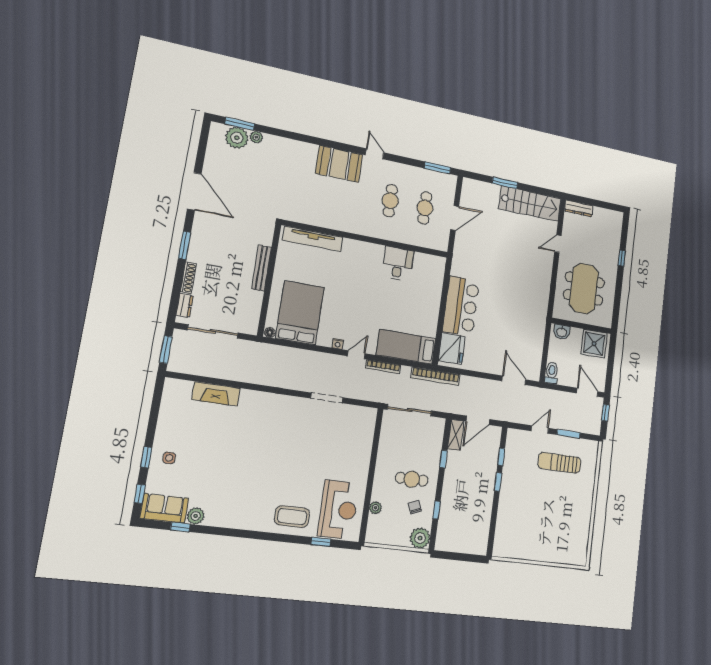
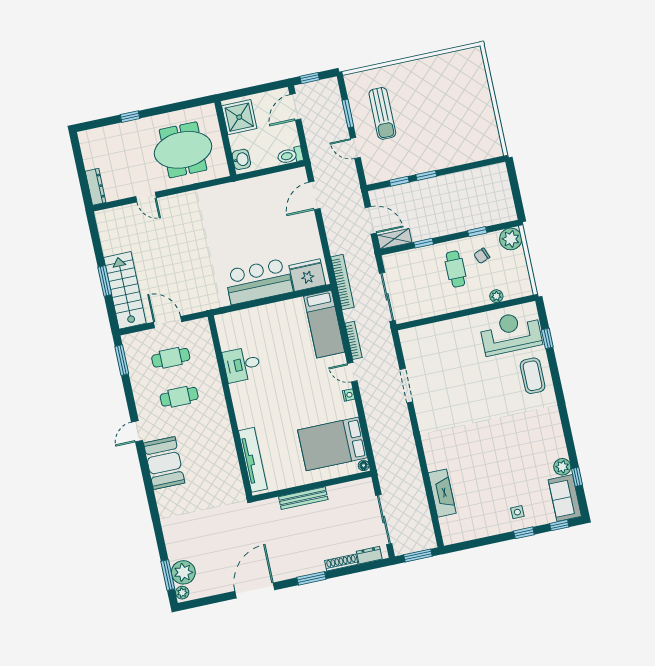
plant: (256, 137) -> (182, 593), moved
stairs: (530, 204) -> (125, 290), moved

